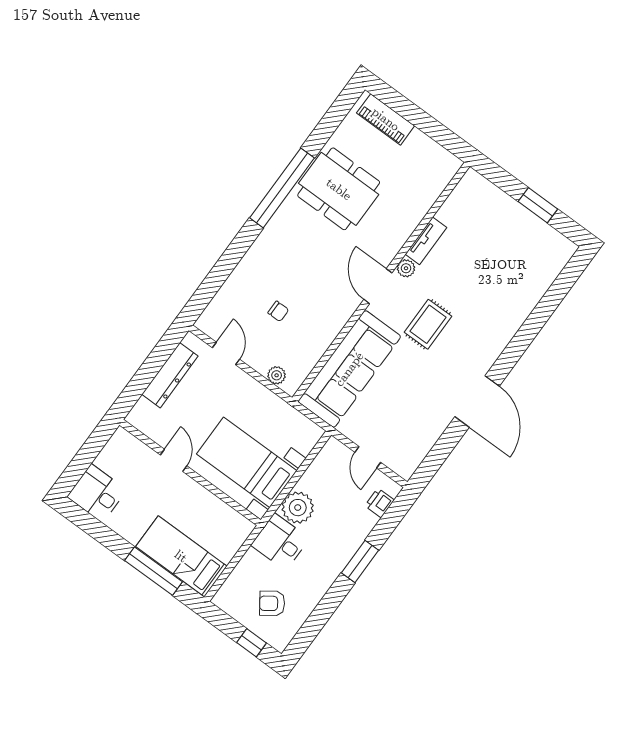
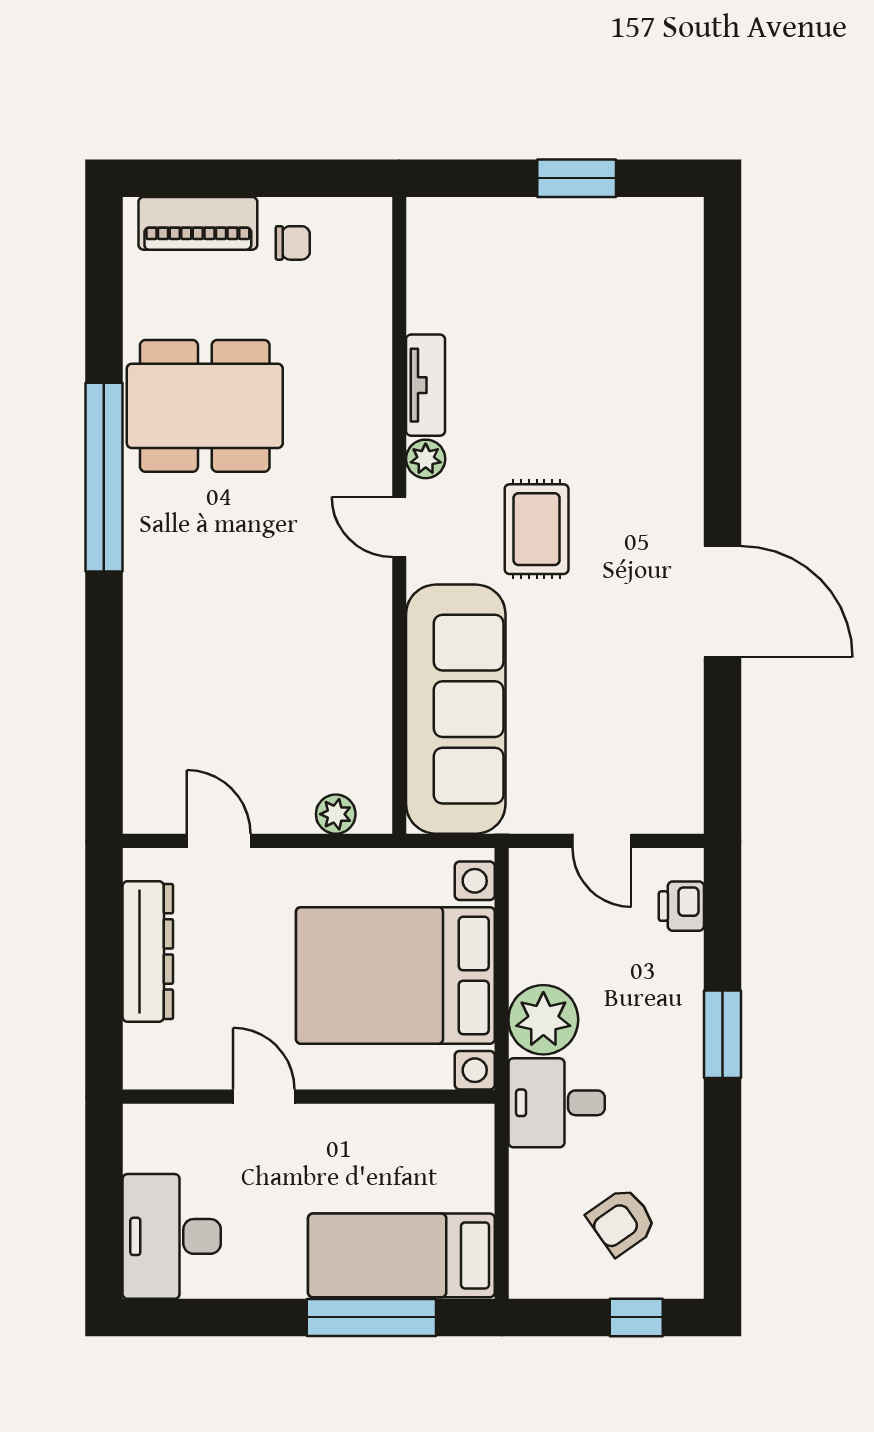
door: (378, 286) -> (399, 527), width x0.73
chair: (278, 311) -> (293, 243), moved
bed with nightstands: (247, 462) -> (395, 975), width x1.36
desk: (97, 493) -> (172, 1236), width x1.37

